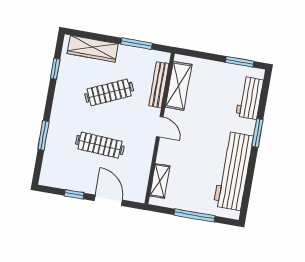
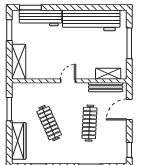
bench: (159, 85) -> (106, 87), moved
shelving: (179, 86) -> (19, 62), moved, turned 90
workbench: (250, 98) -> (40, 18), width x1.38
window: (257, 133) -> (30, 8), moved
window: (74, 194) -> (129, 150), moved

